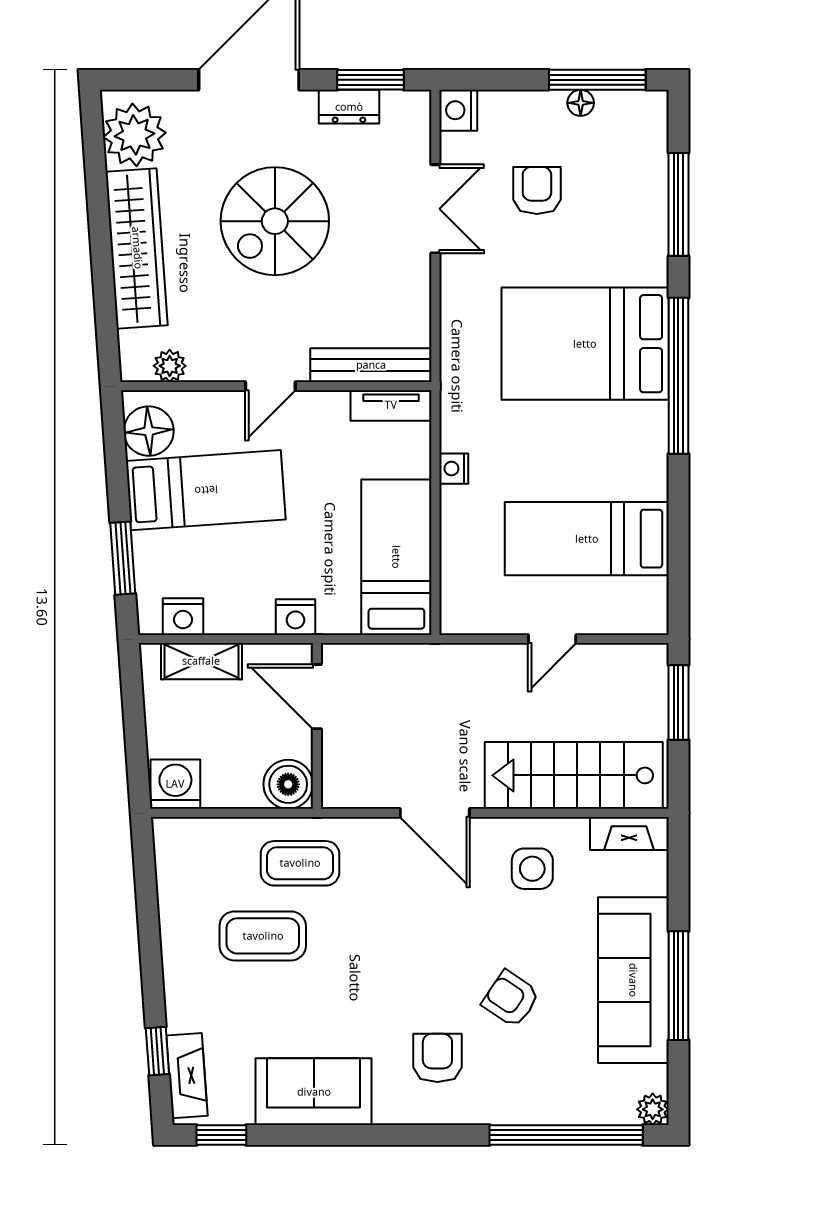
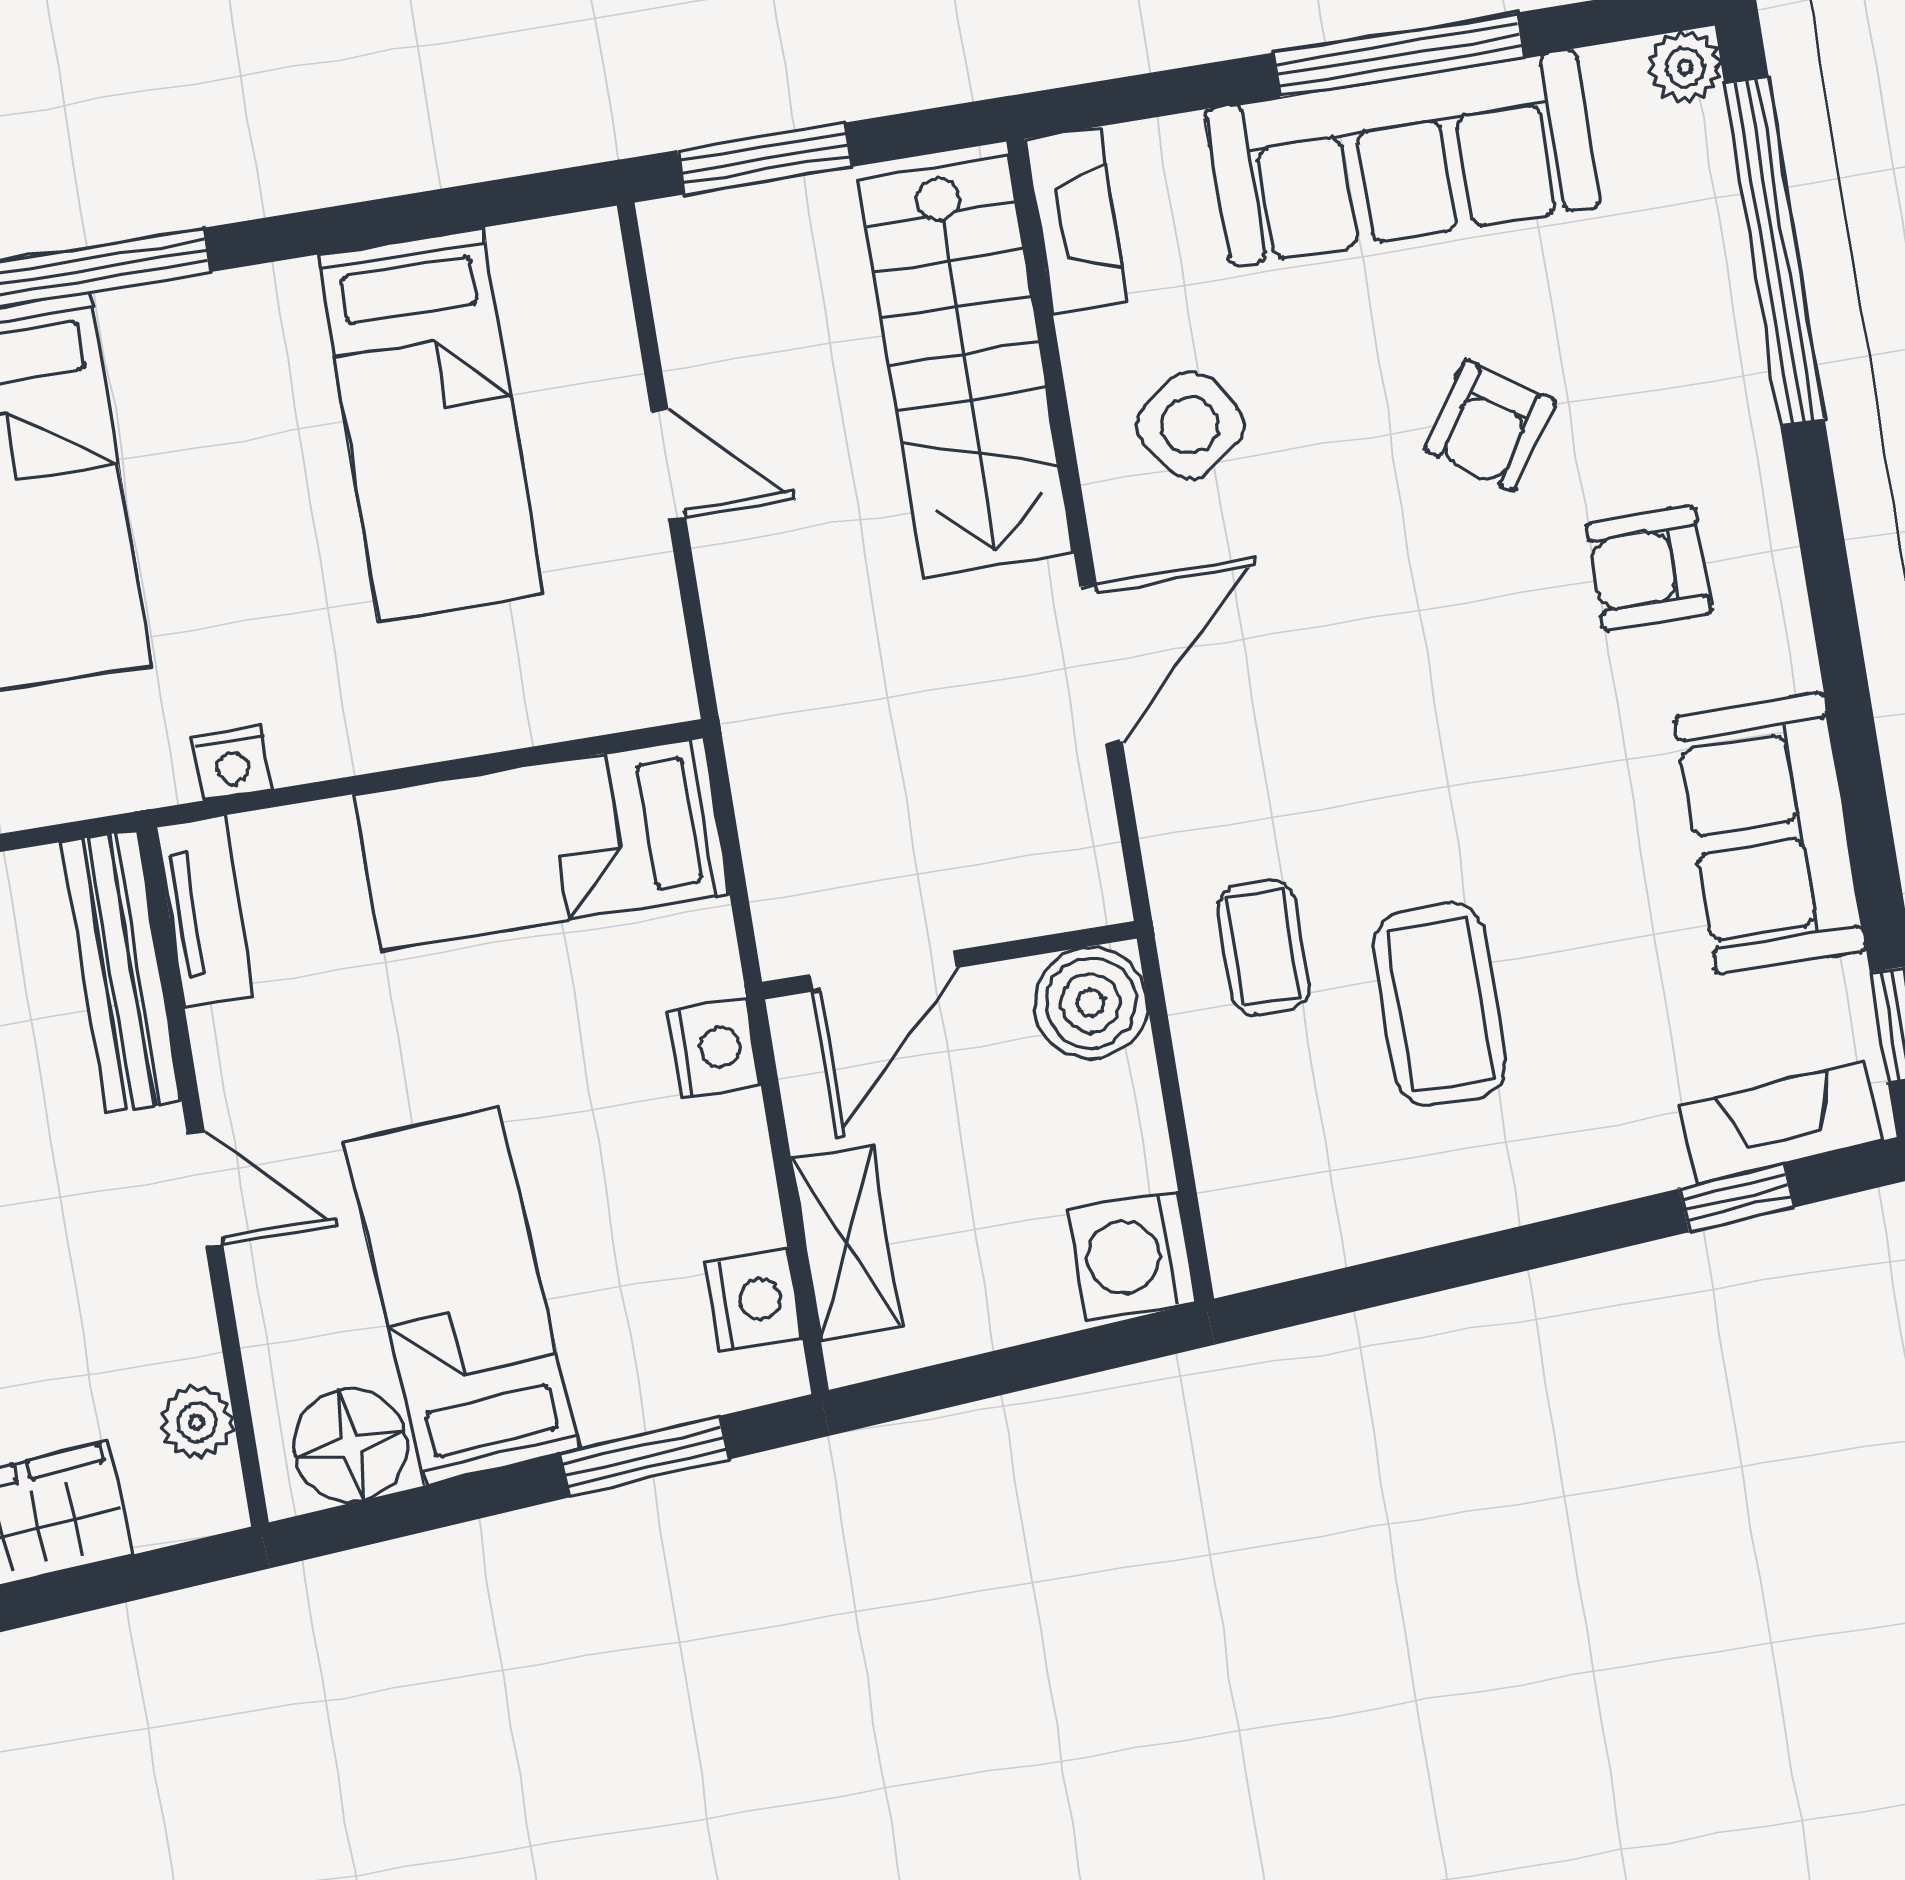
nightstand: (454, 469) -> (232, 763), moved
coffee table: (300, 863) -> (1263, 948), width x0.73, depth x0.77
side table: (532, 869) -> (1190, 425), turned -35

